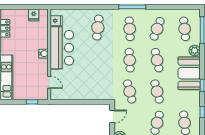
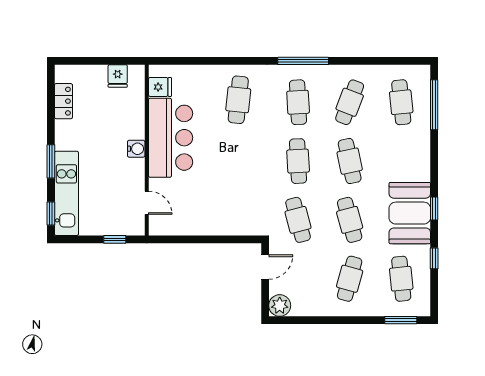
plant: (195, 50) -> (420, 143), removed
booth: (189, 73) -> (410, 213), moved

